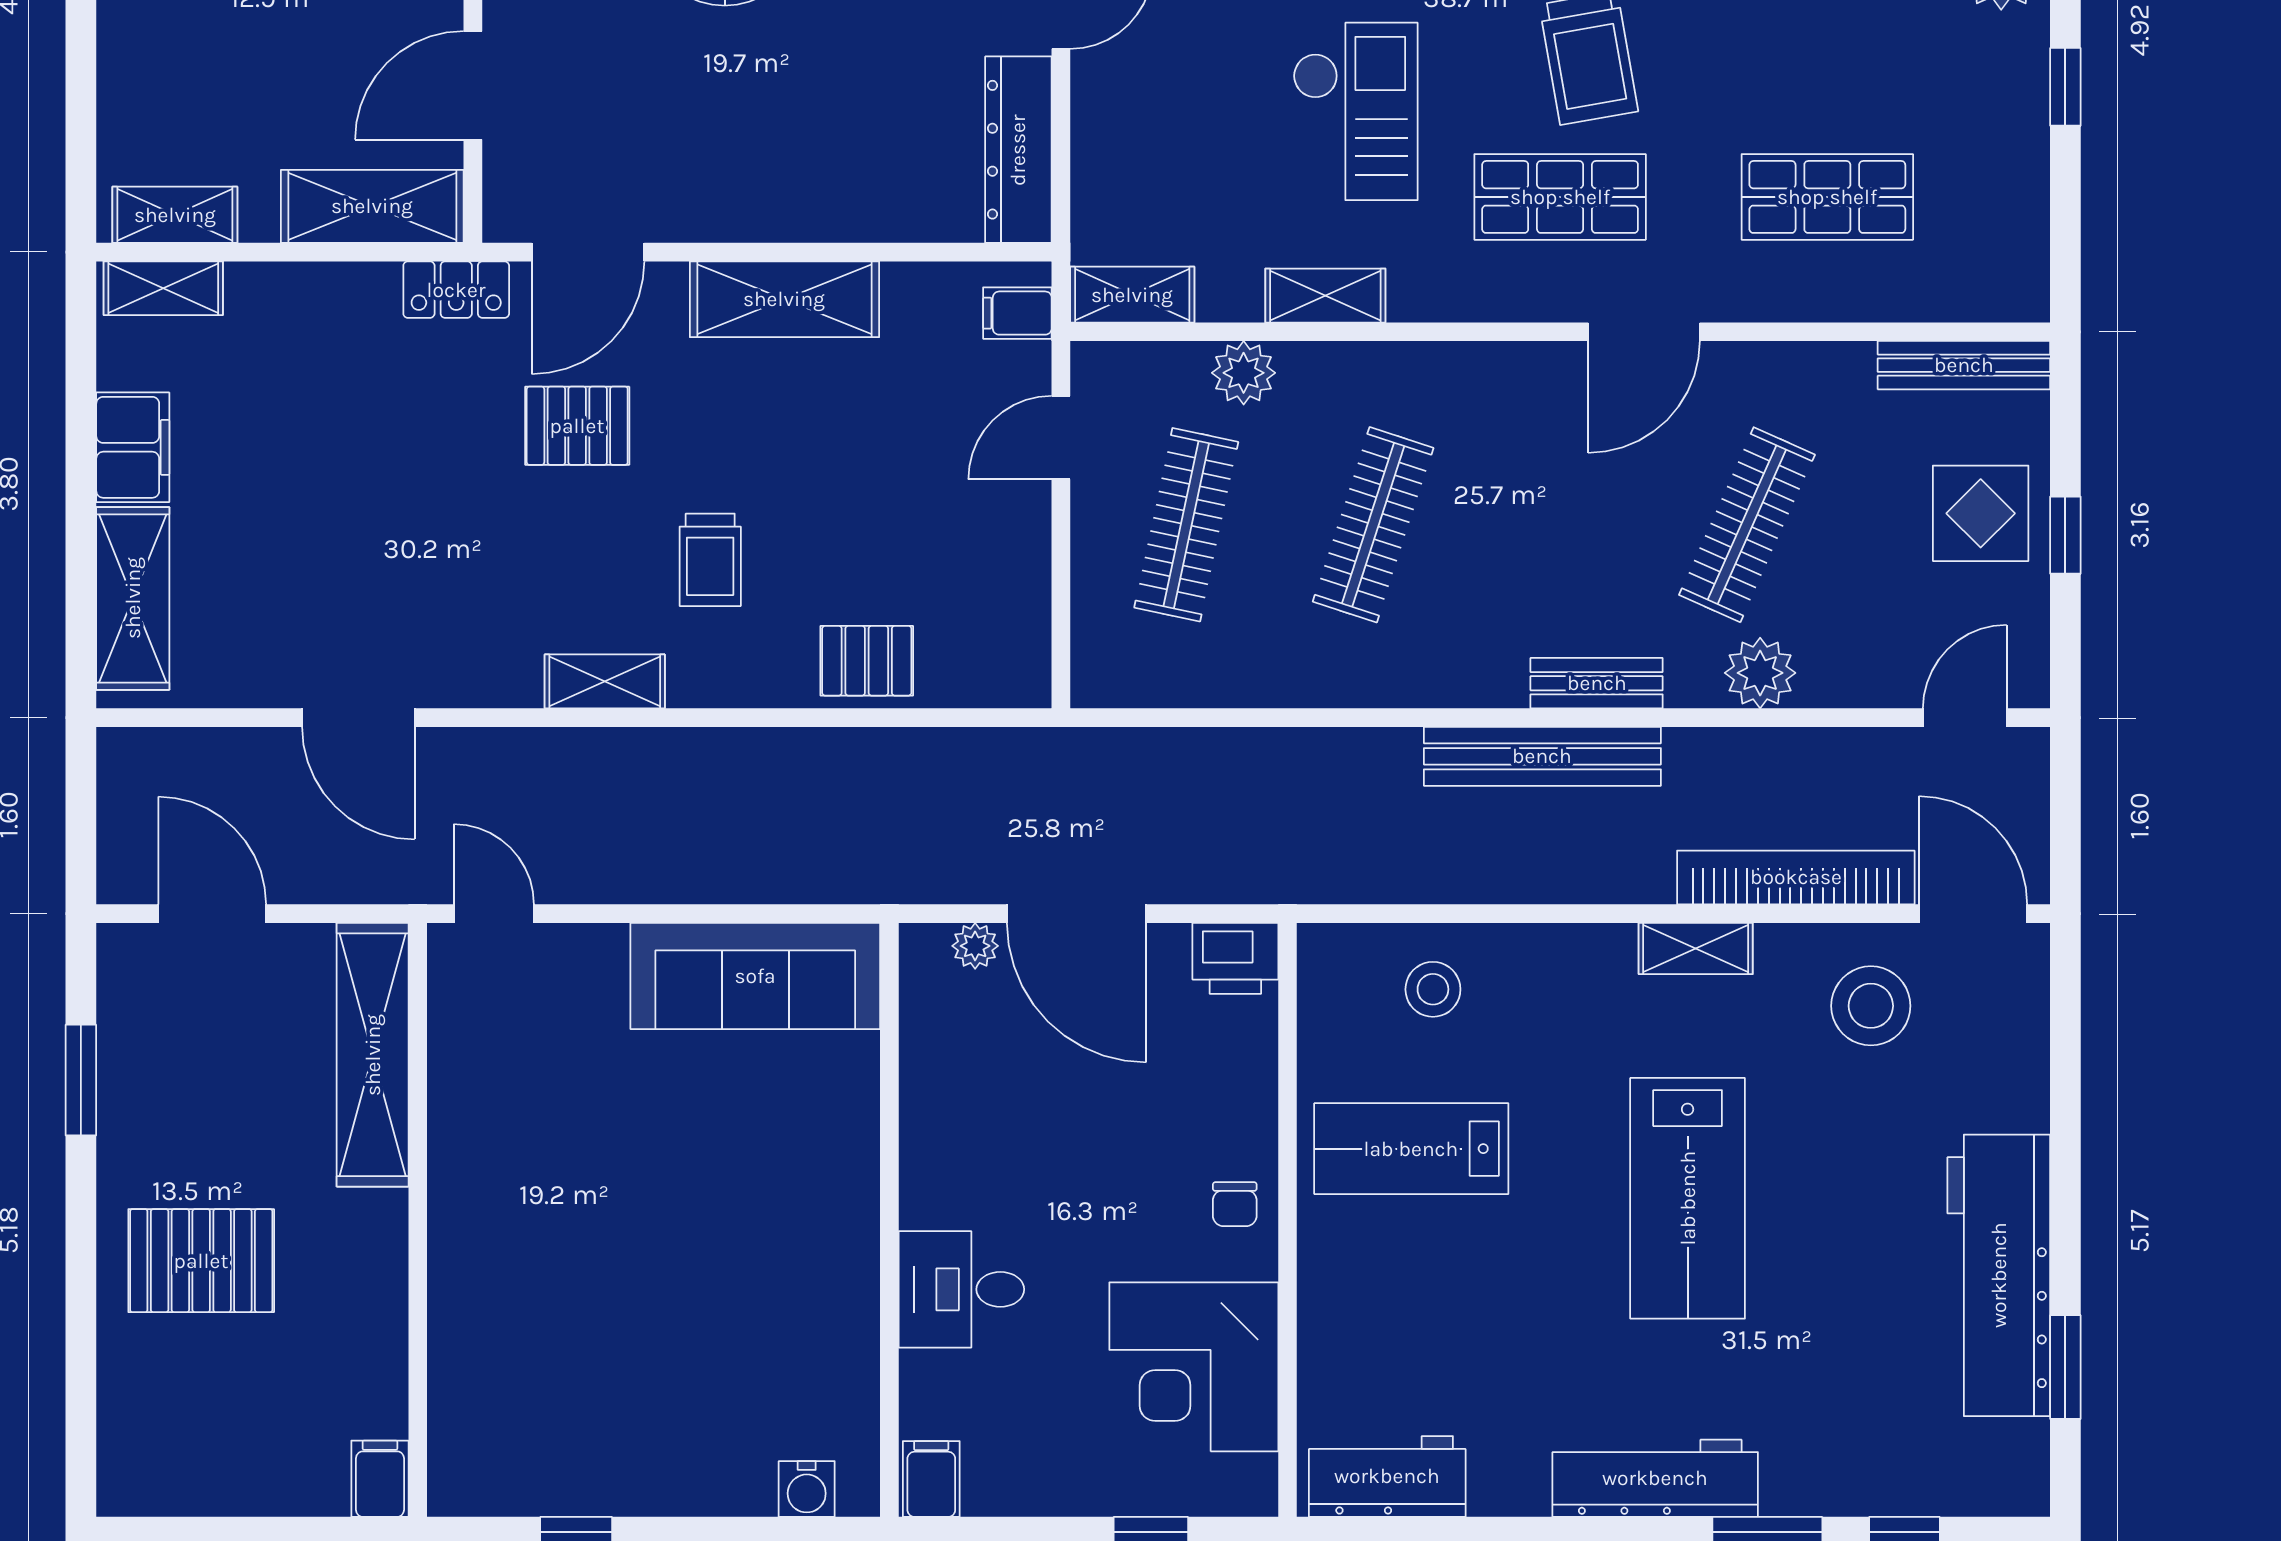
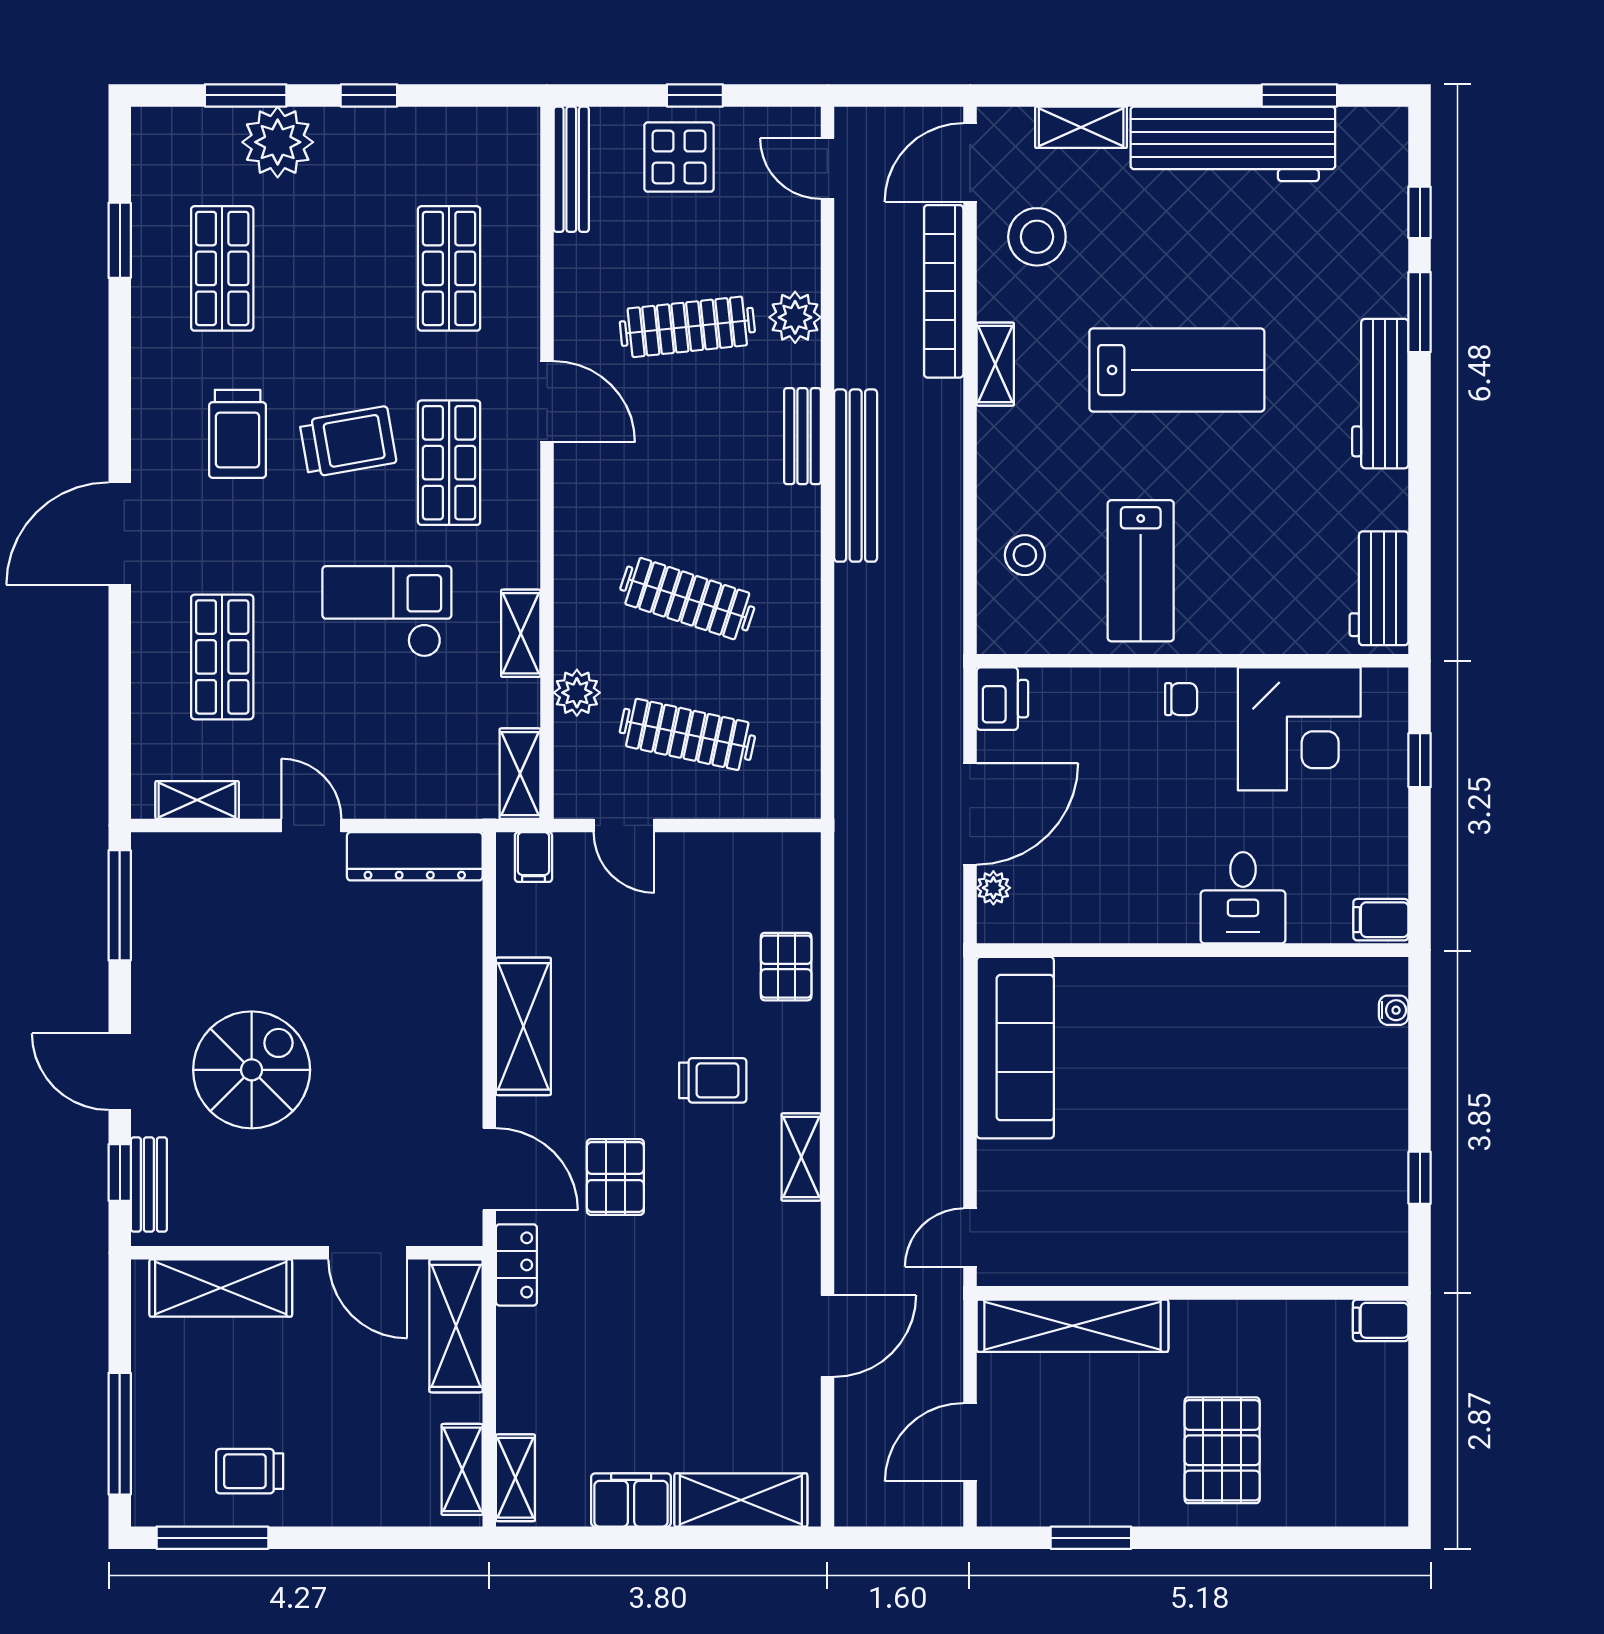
clothes rail: (1747, 525) -> (687, 327), turned -30
shelving: (2022, 1067) -> (1081, 127), added
water cooler: (807, 1489) -> (1394, 1010), width x0.72, depth x0.72

